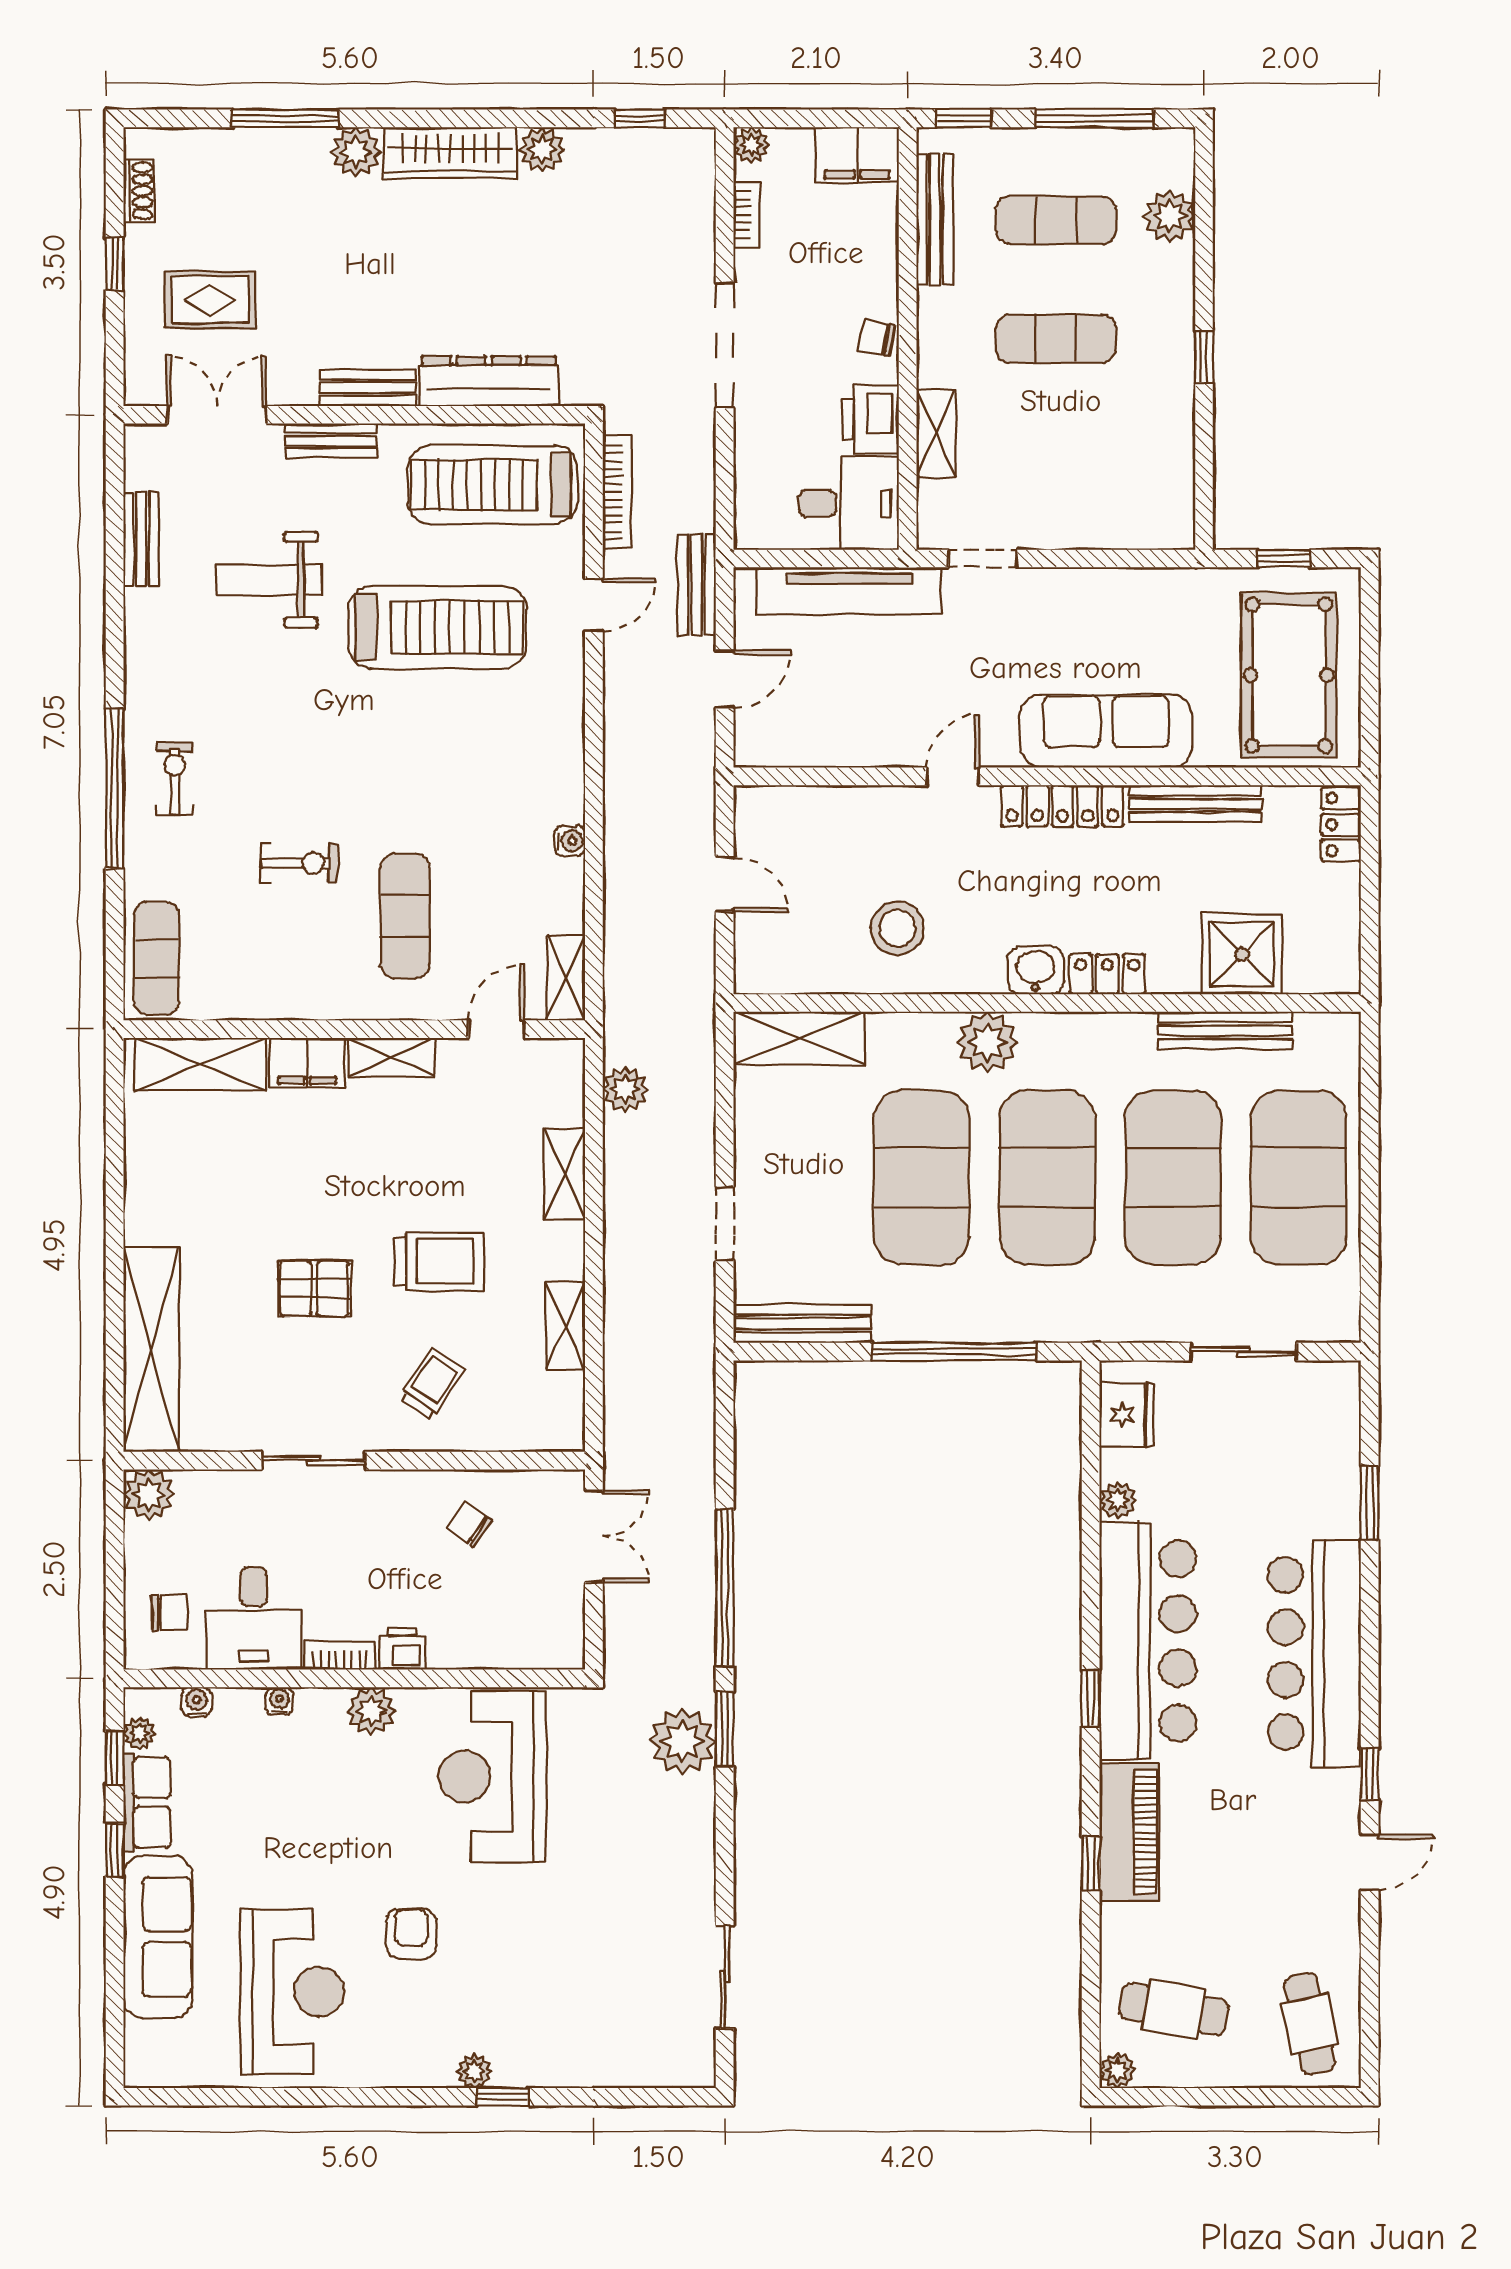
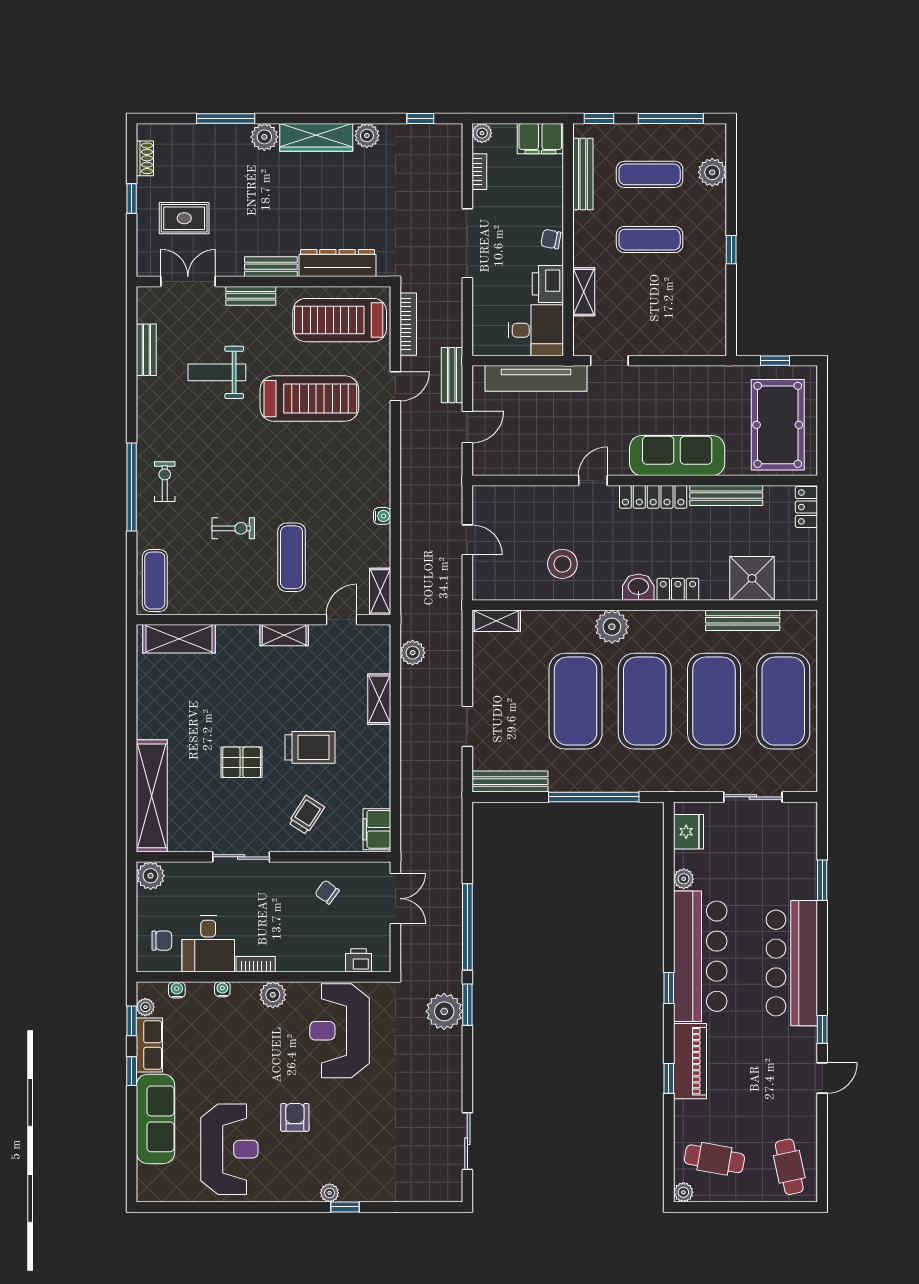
shelving: (799, 1038) -> (496, 621), width x0.67, depth x0.75
filing cabinet: (307, 1063) -> (377, 829), moved, turned 90
shelving: (566, 1326) -> (380, 783), removed
printer: (402, 1649) -> (358, 960), moved

